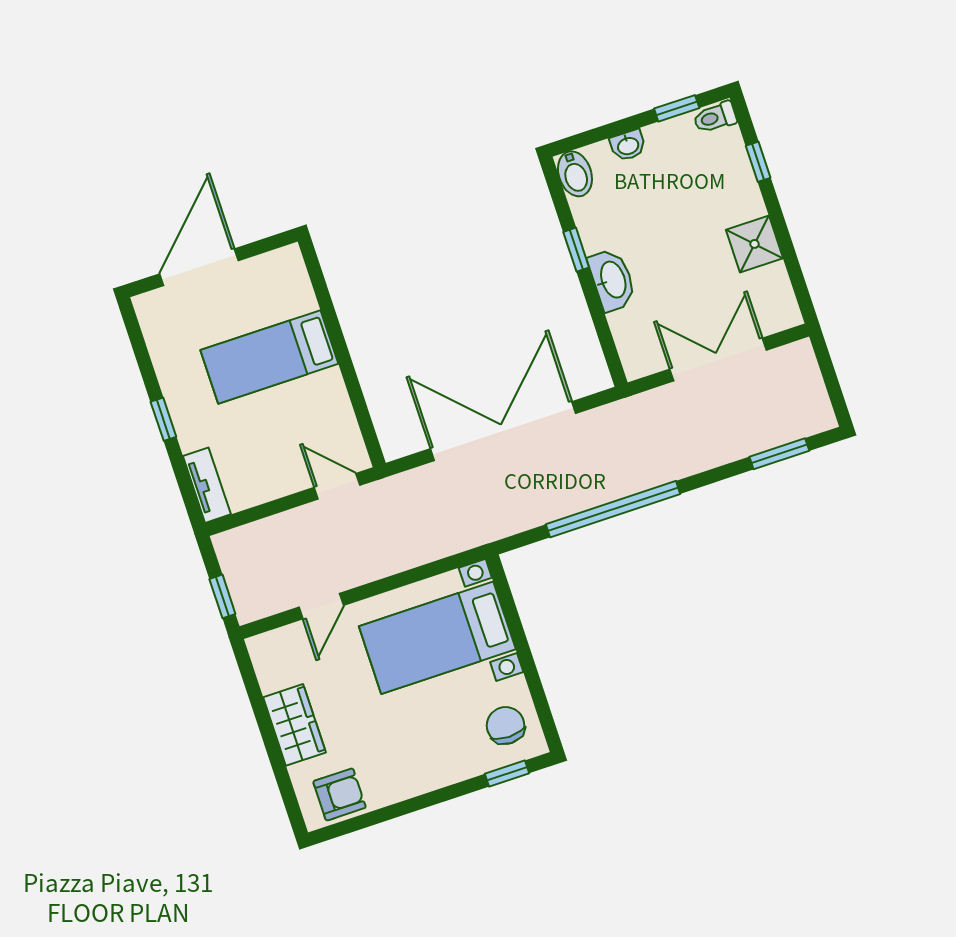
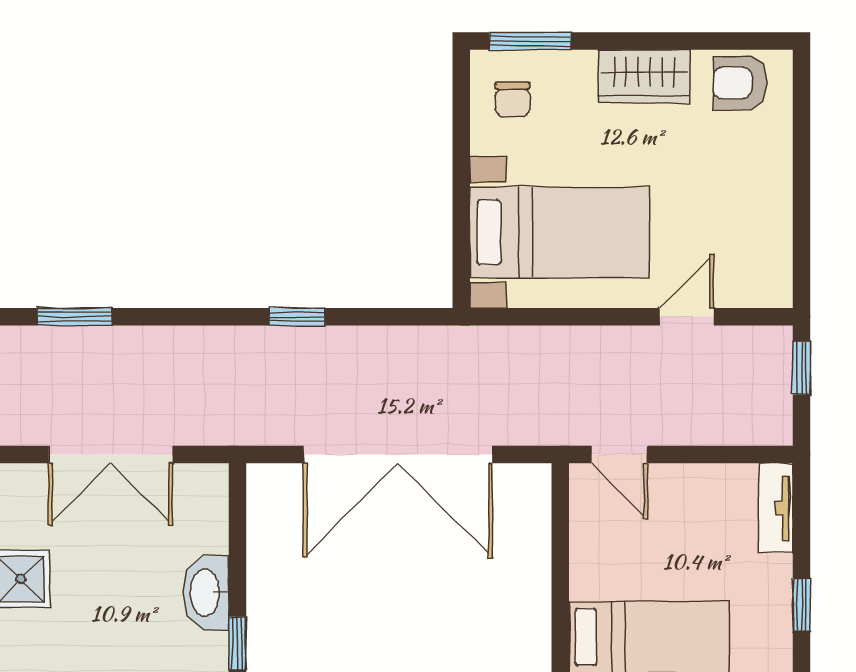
window: (613, 509) -> (297, 317), width x0.32
wardrobe: (294, 725) -> (644, 76), moved, turned -90
chair: (506, 725) -> (513, 99), width x0.73, depth x0.73
window: (507, 774) -> (530, 41), width x1.50

